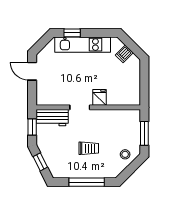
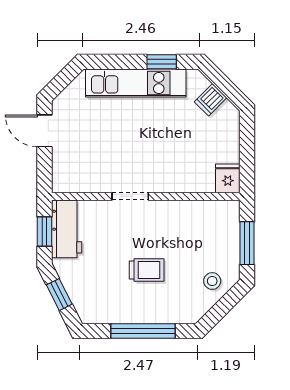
window: (72, 33) -> (162, 62), moved
fridge: (100, 97) -> (228, 178), moved
workbench: (52, 118) -> (67, 229), moved, turned -90

